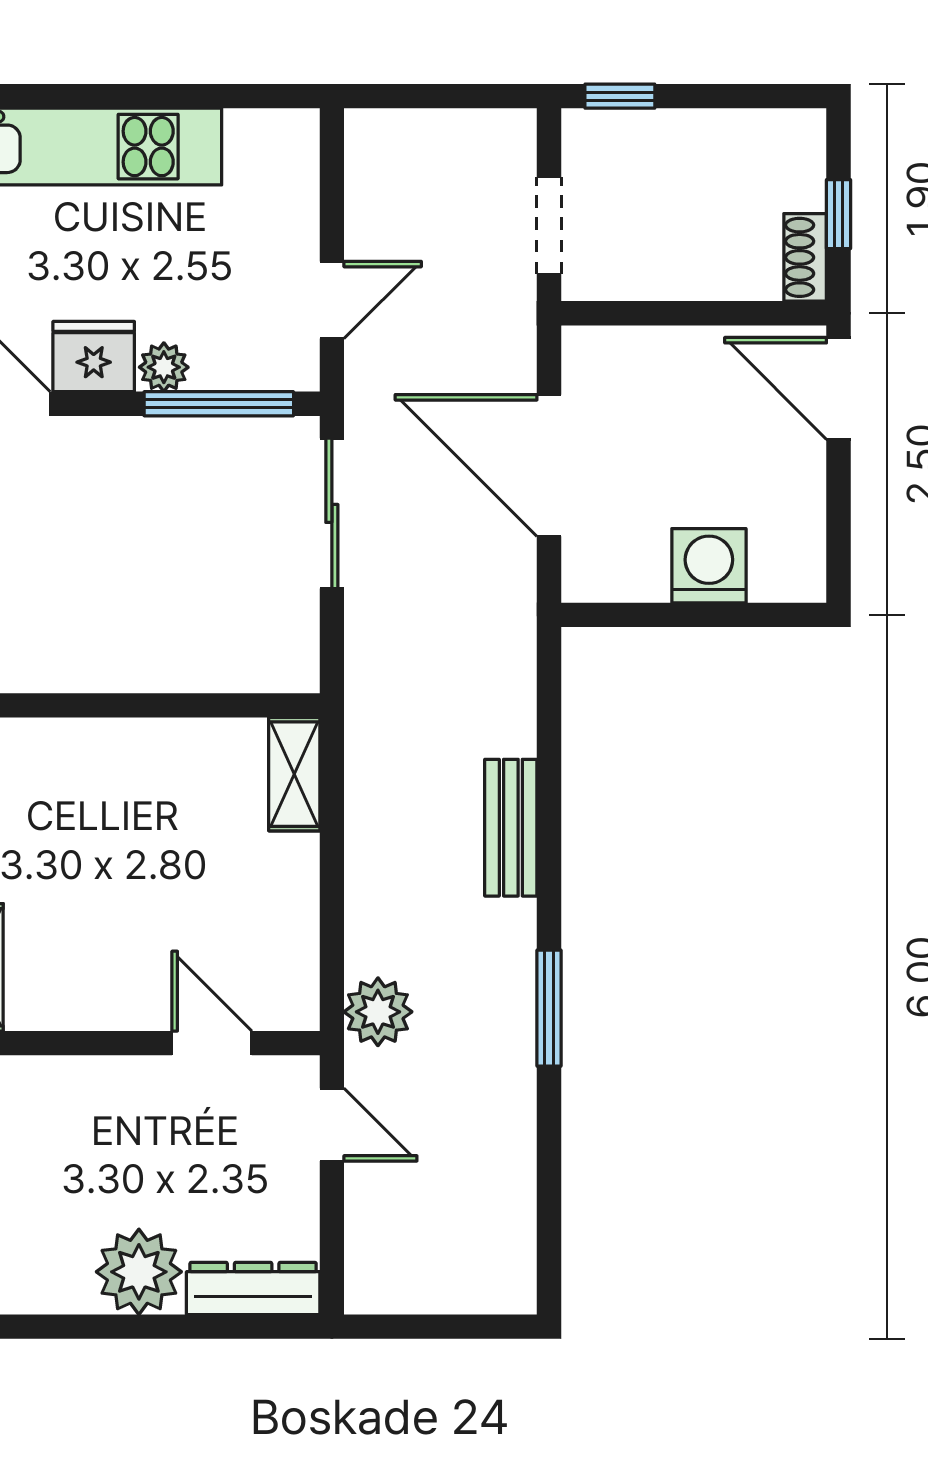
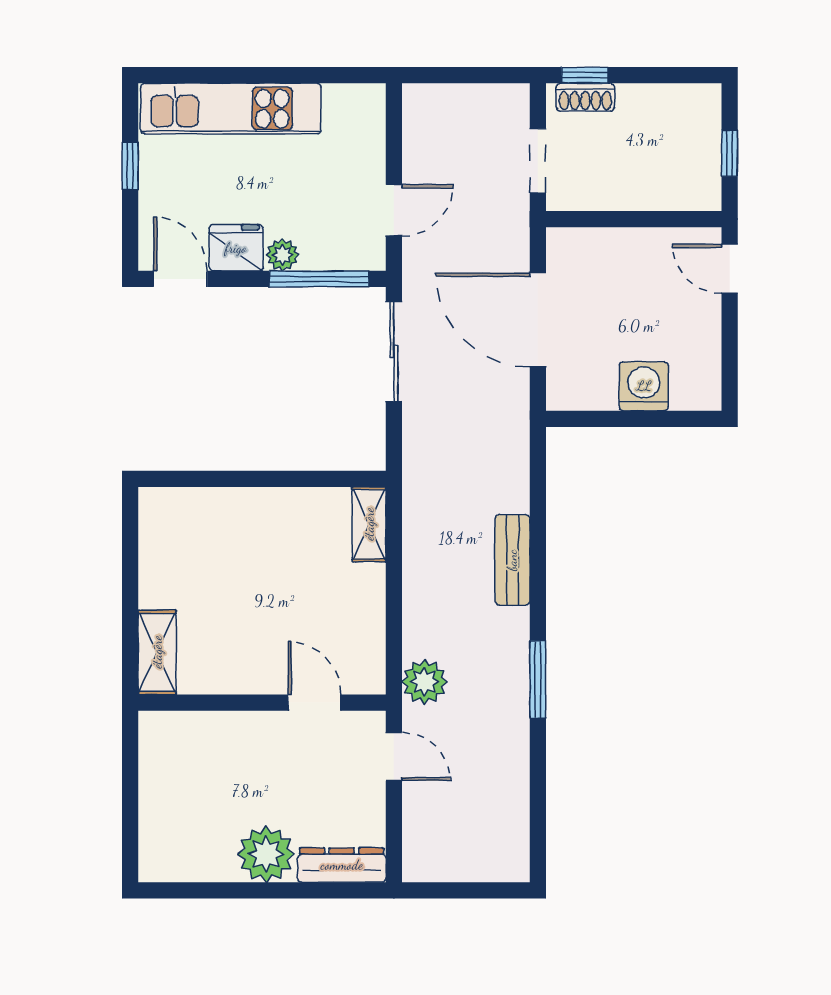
shoe rack: (805, 257) -> (585, 97), moved, turned -90
door: (839, 388) -> (730, 269), width x0.73

